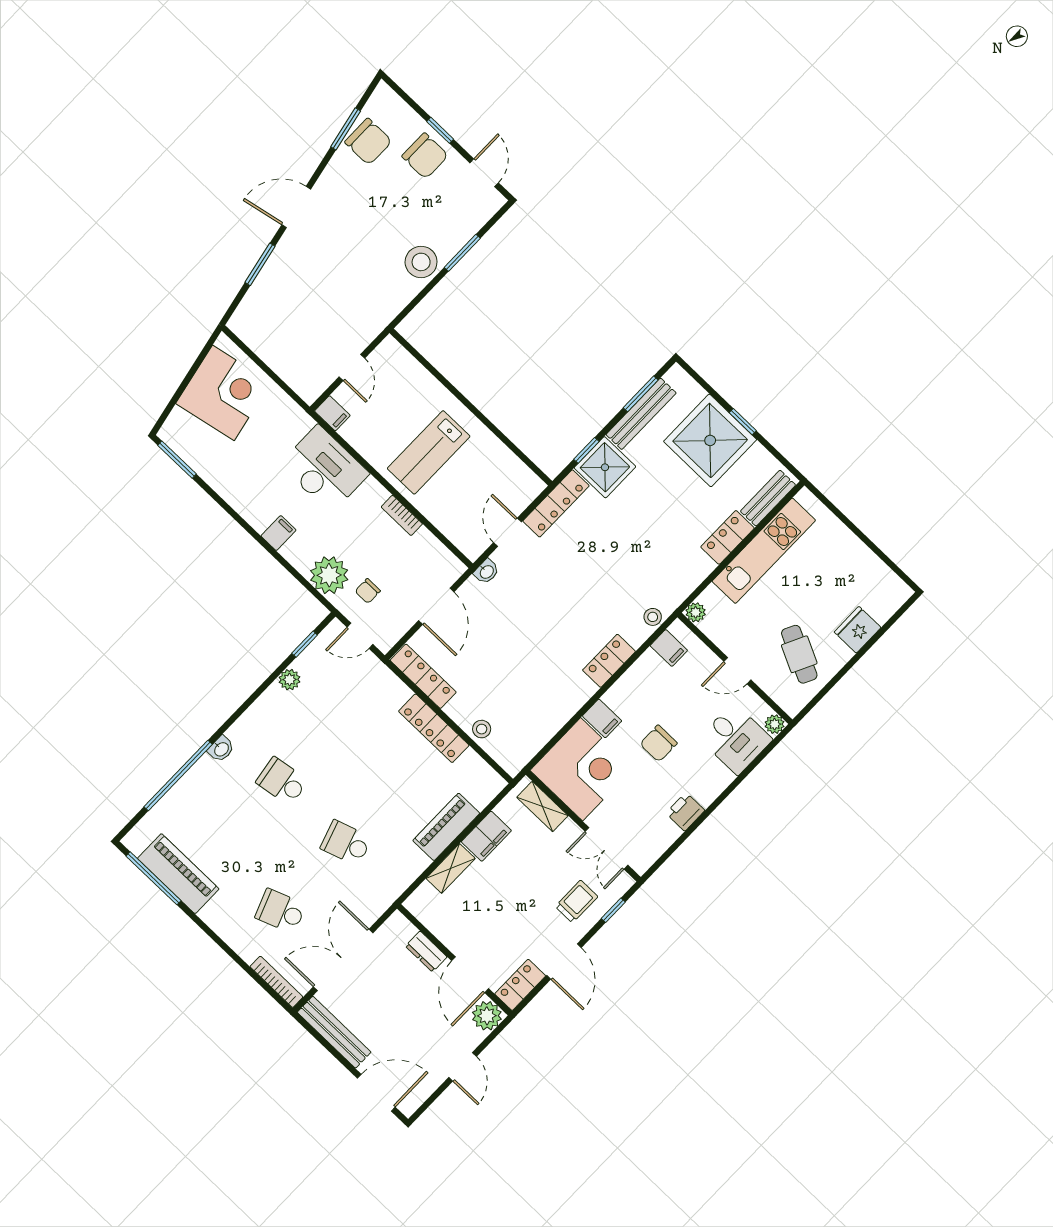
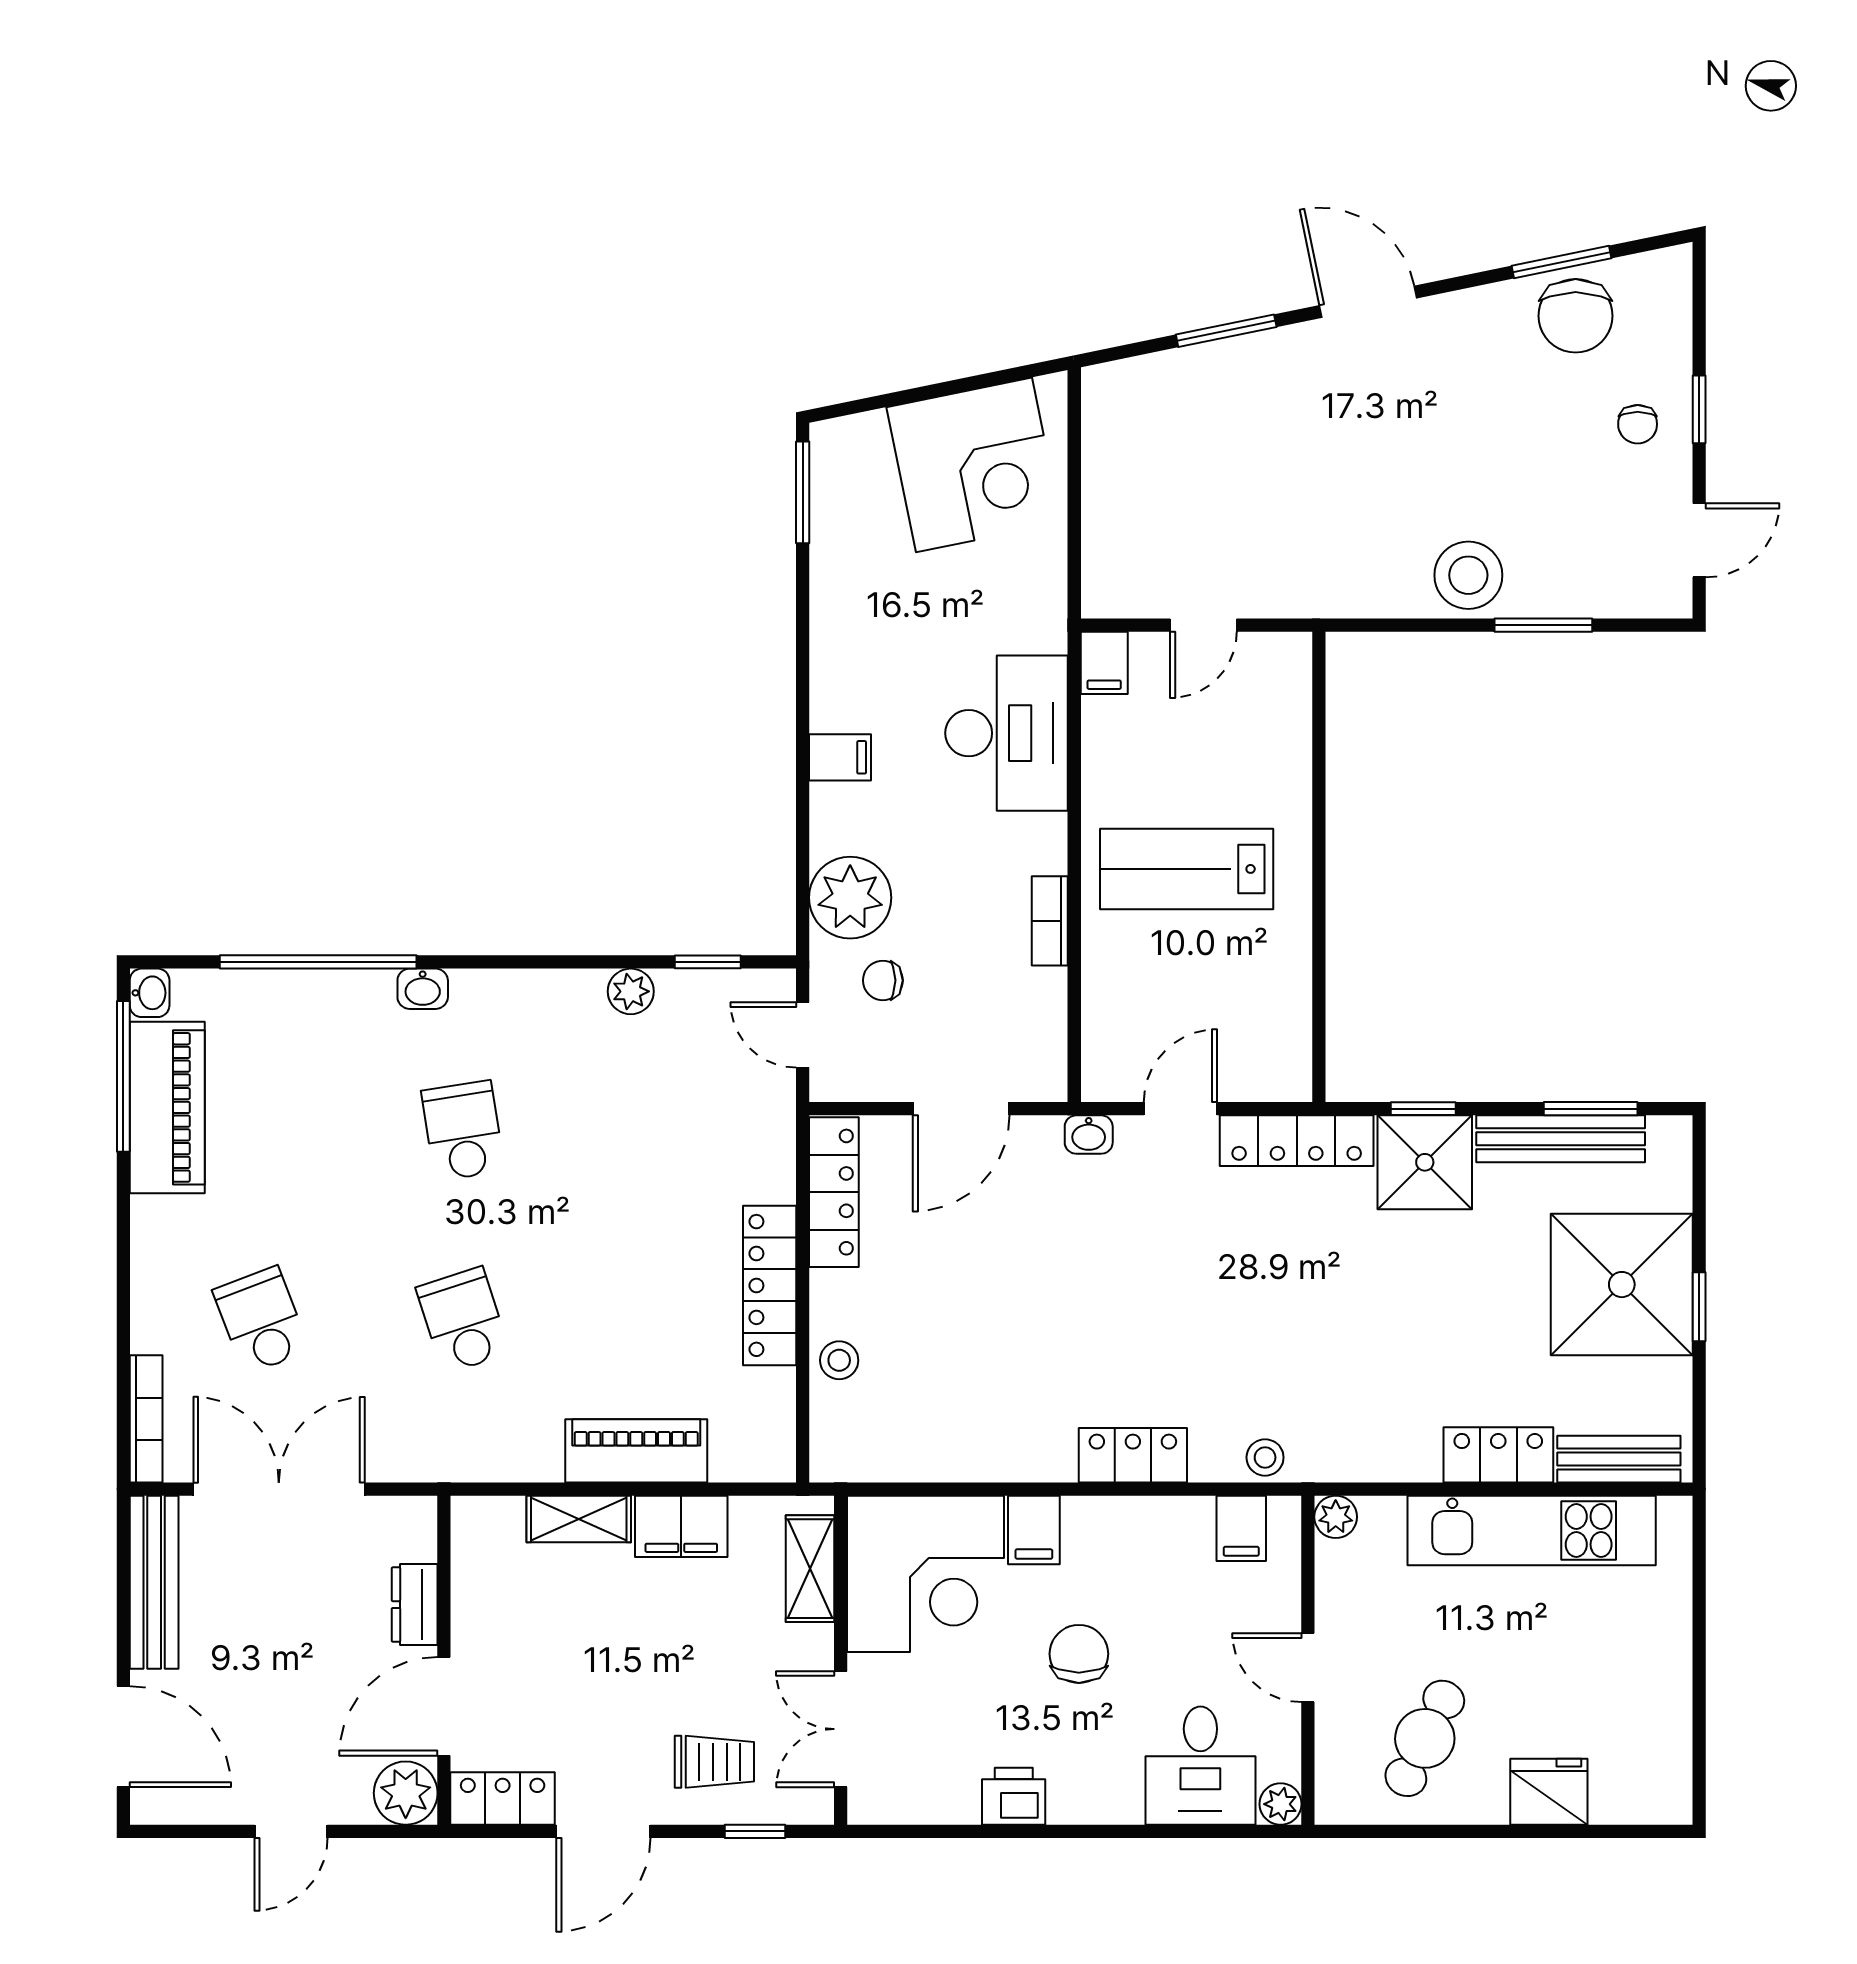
chair: (425, 156) -> (1638, 424), width x0.54, depth x0.54
chair: (658, 744) -> (1079, 1654), turned 90
washbasin: (134, 842) -> (150, 993), added

